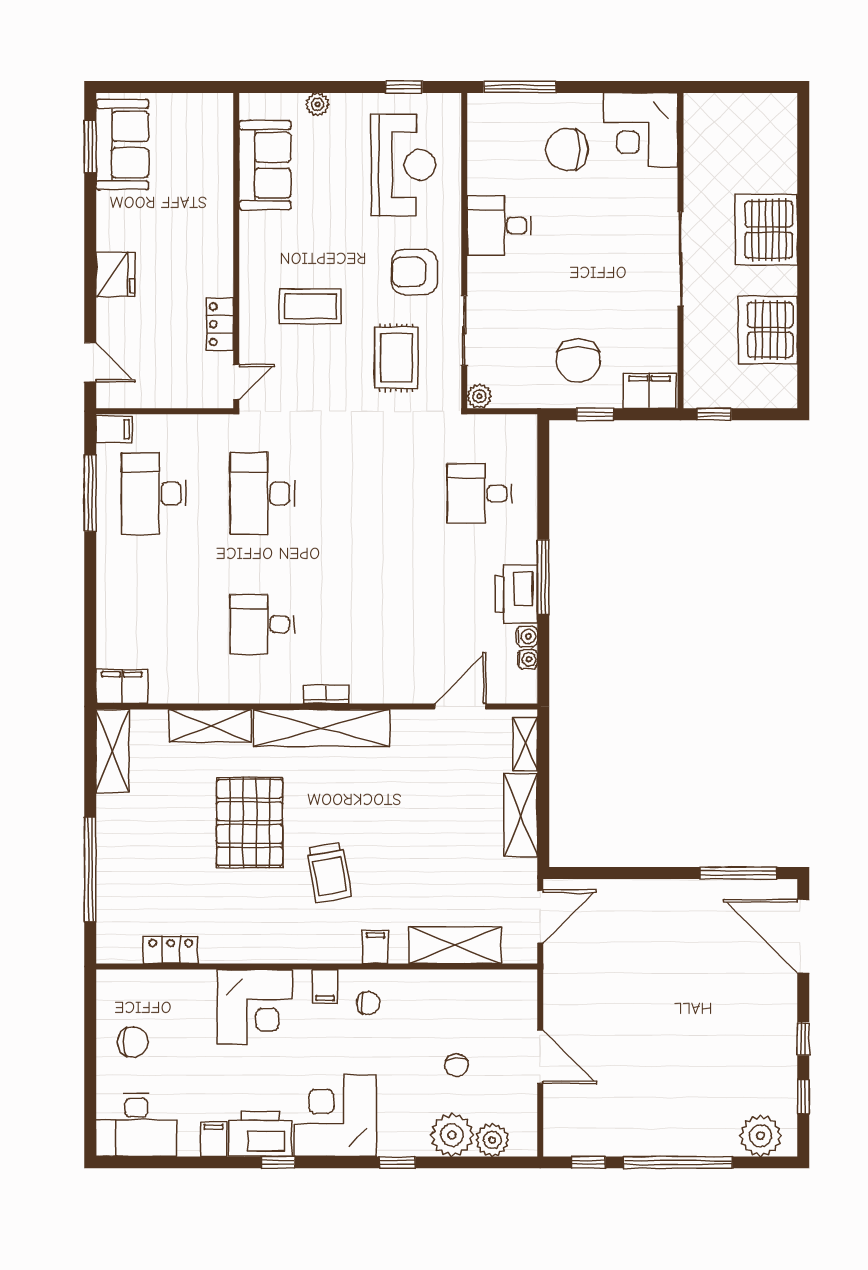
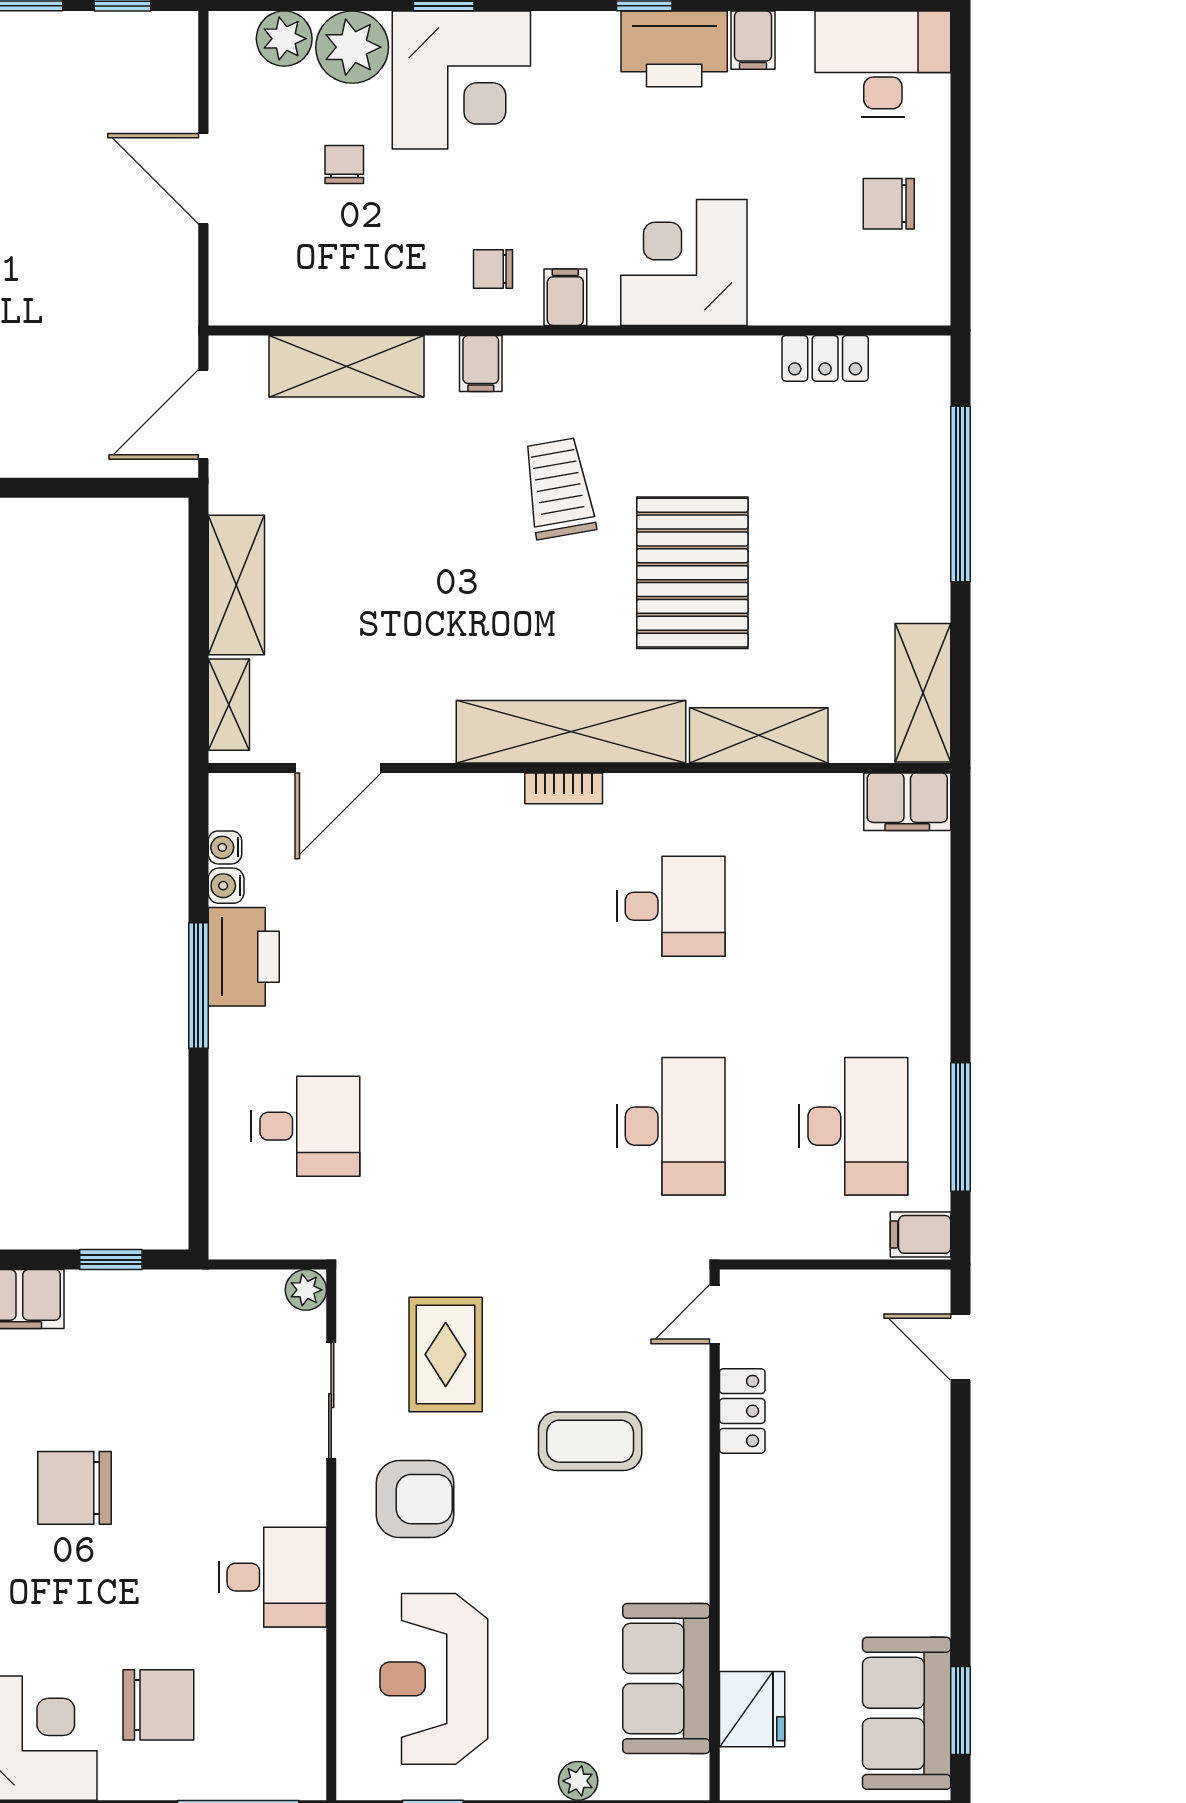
fridge: (115, 274) -> (752, 1709), moved, turned 180
chair: (578, 361) -> (75, 1488), moved, turned -90
corner desk: (335, 1115) -> (461, 80), moved

